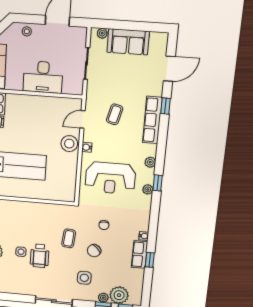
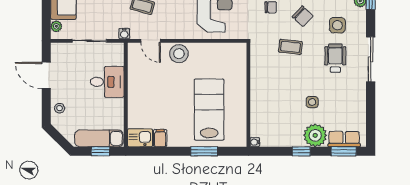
desk: (43, 77) -> (107, 82), width x0.73
water cooler: (87, 147) -> (124, 34), moved
wheelchair: (40, 256) -> (335, 58), moved, turned -90

